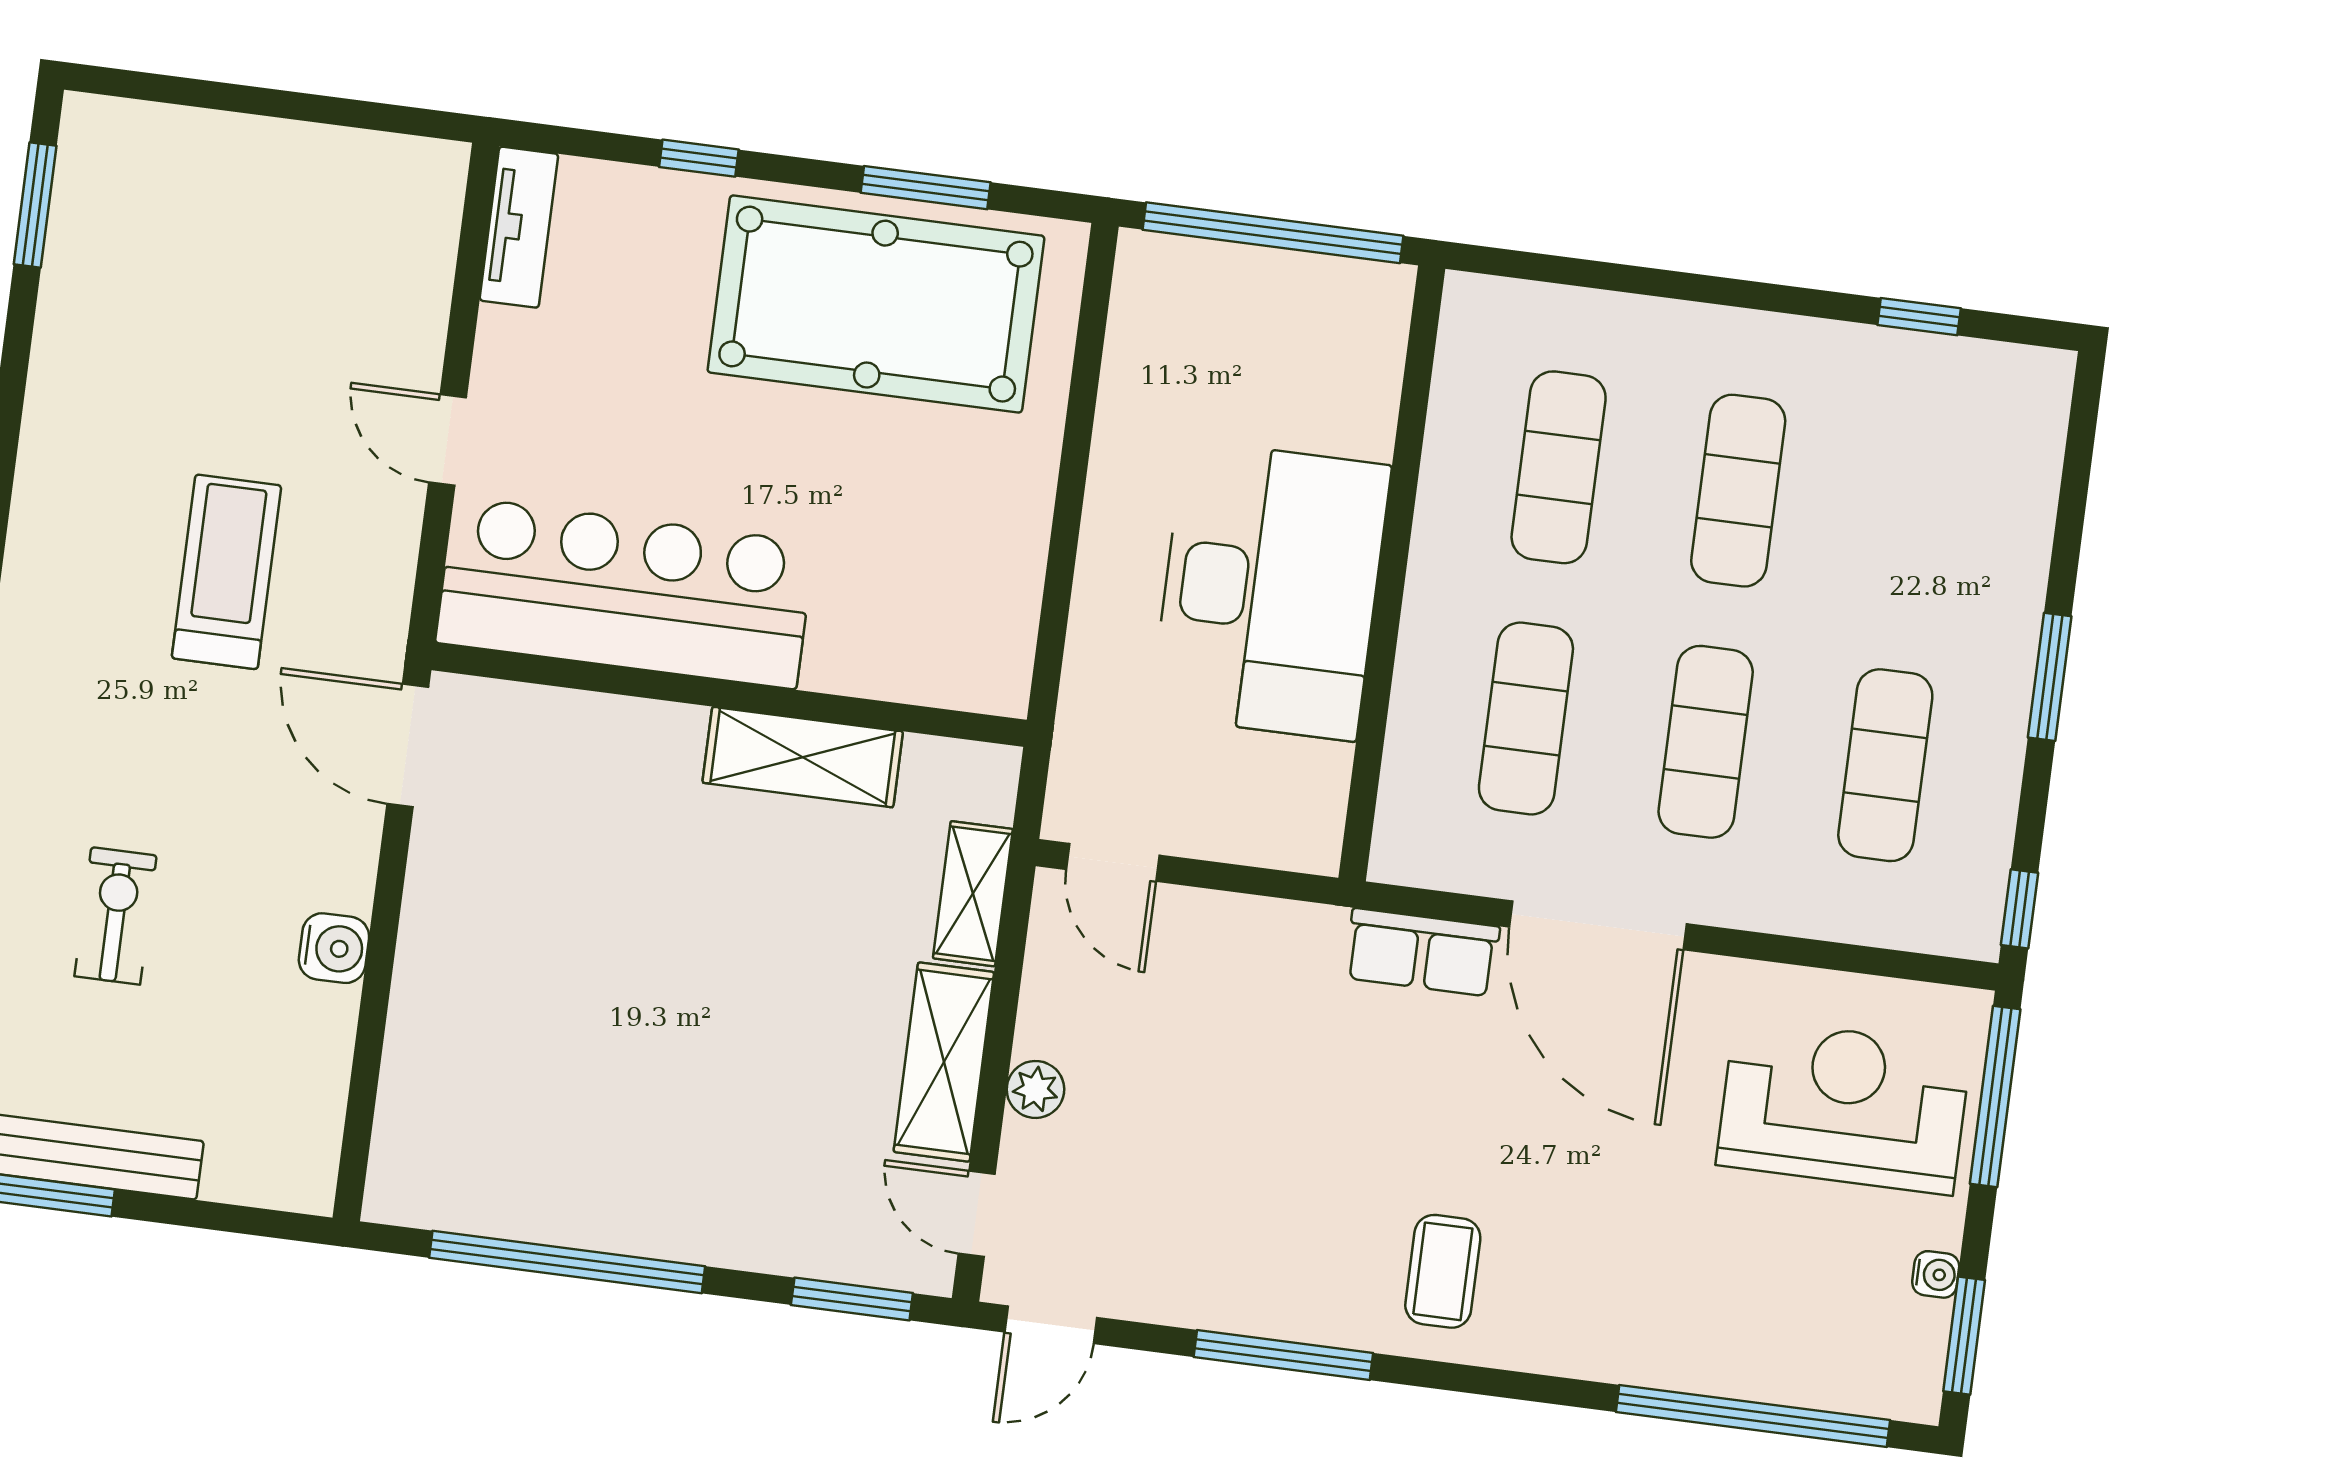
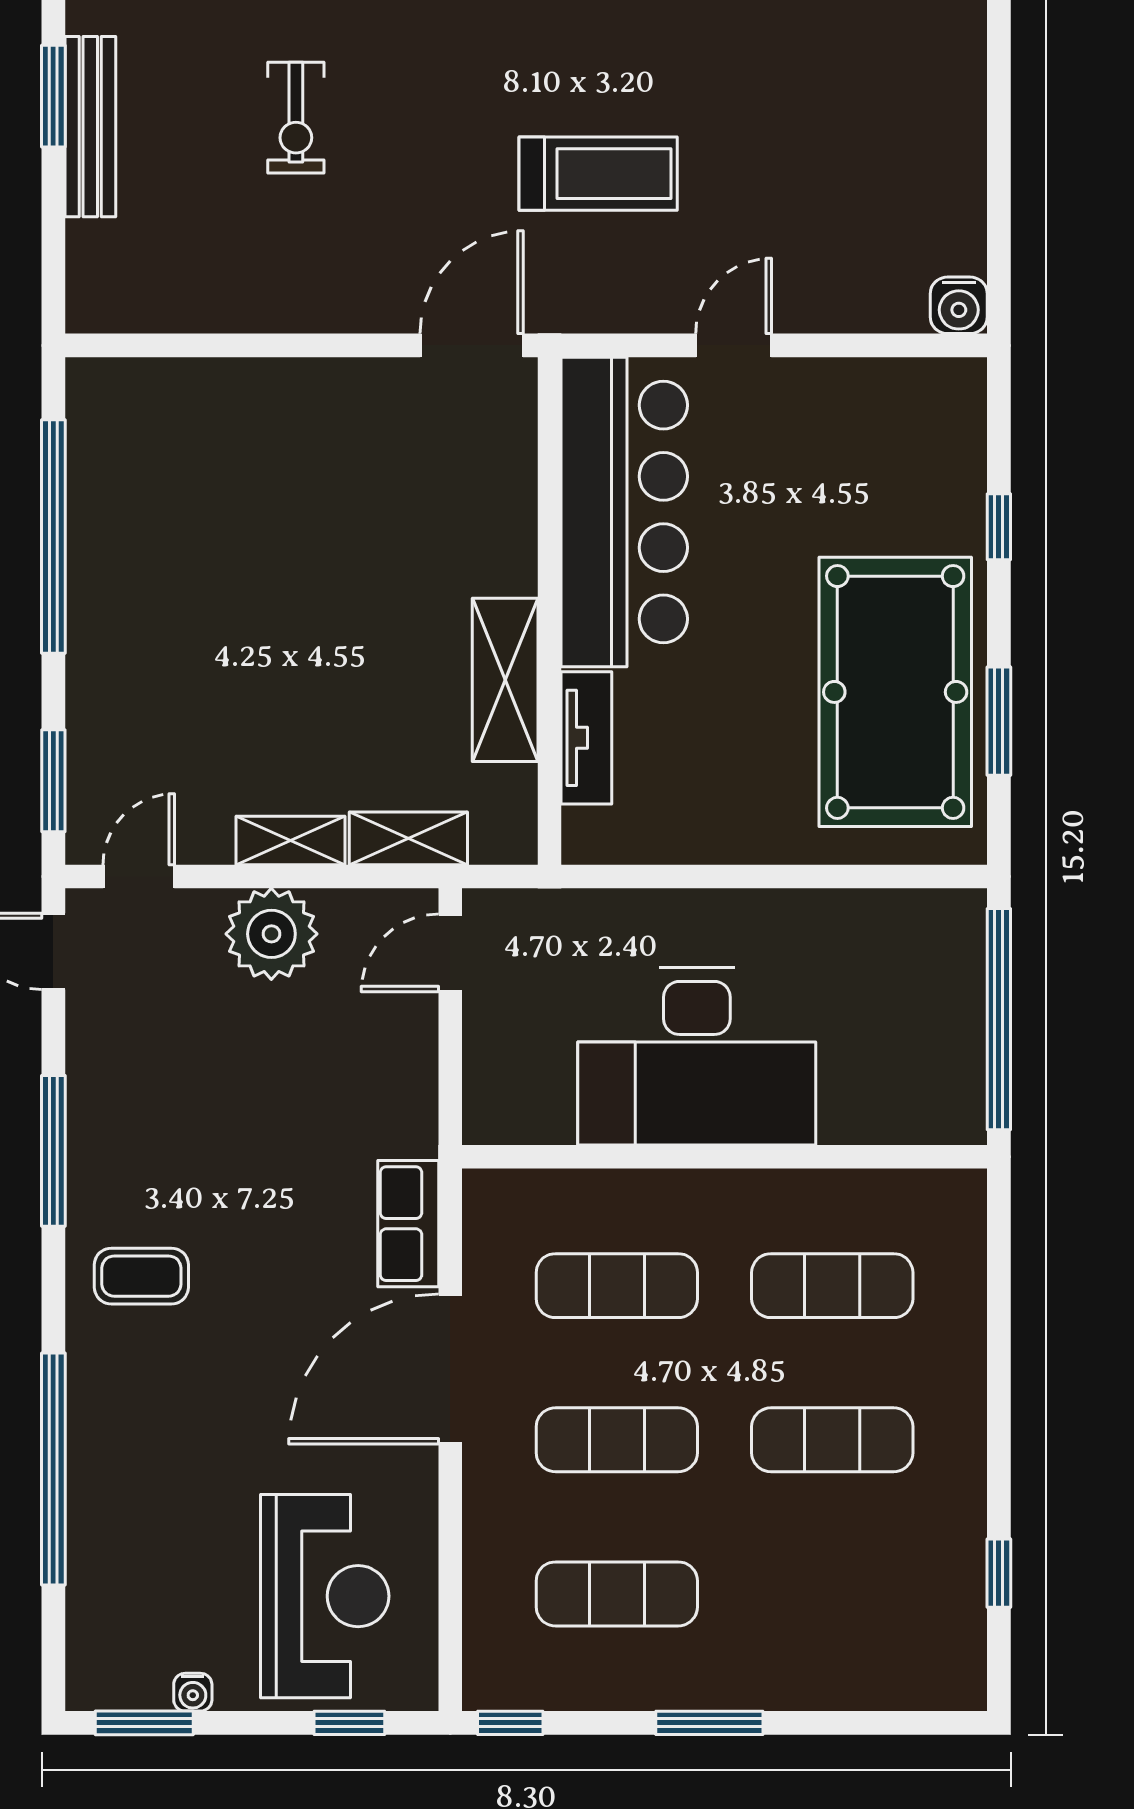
tv unit: (519, 227) -> (586, 738), moved, turned -90
exercise bike: (116, 916) -> (296, 118), turned 90
water cooler: (334, 948) -> (959, 305), moved
shelving: (944, 1062) -> (290, 840), width x0.67, depth x0.75
plant: (1035, 1089) -> (271, 934), width x1.88, depth x1.88
window: (1995, 1096) -> (349, 1723), width x0.46
window: (1753, 1416) -> (53, 1469), moved

